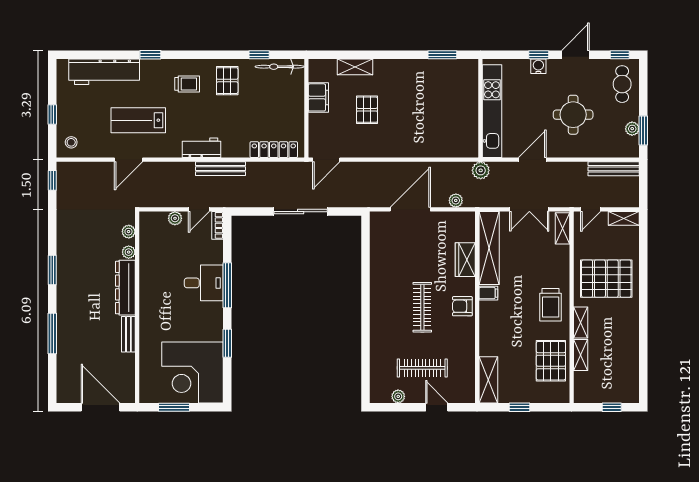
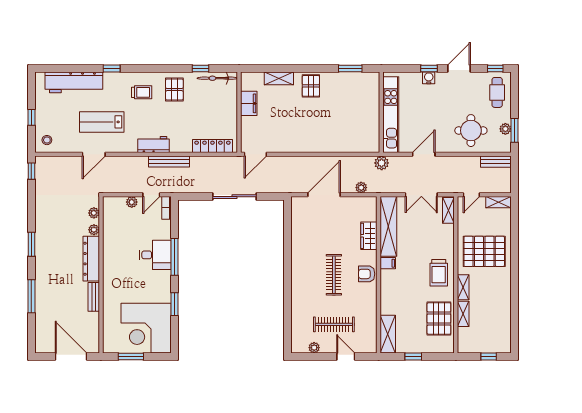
pallet: (367, 110) -> (311, 86), moved
round table: (573, 115) -> (471, 131), moved
bench: (614, 169) -> (496, 162), width x0.73

